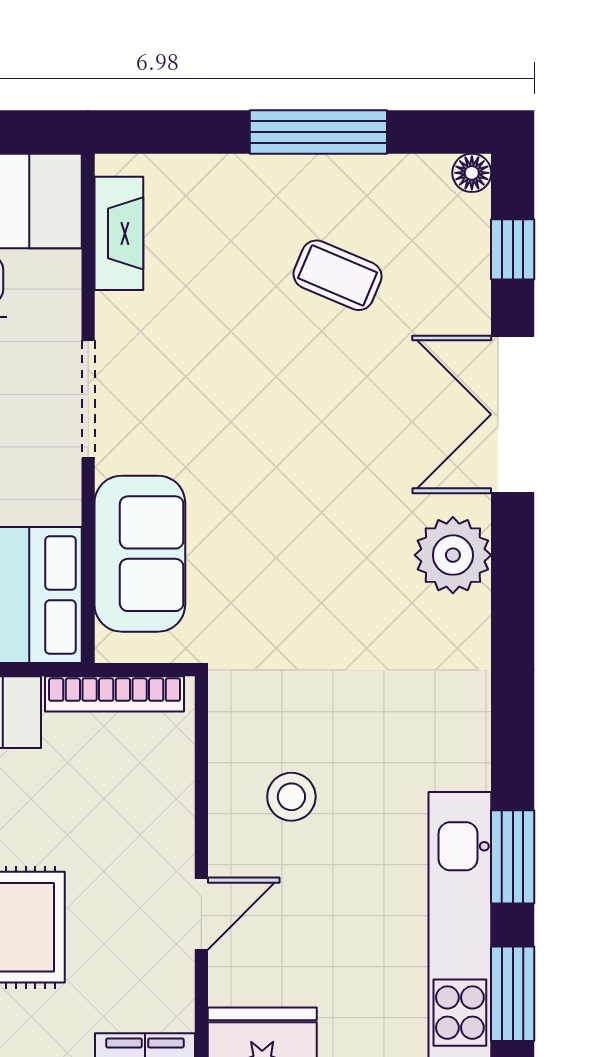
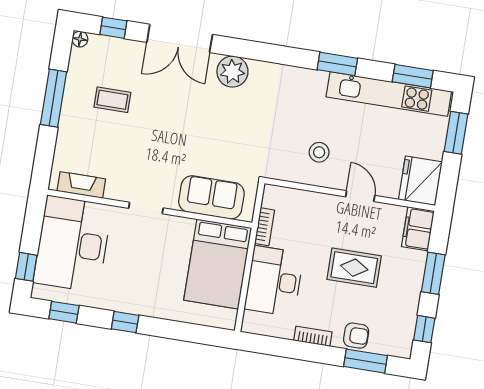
coffee table: (338, 275) -> (112, 100), turned 67
doorway: (88, 399) -> (146, 208), width x0.73
bookcase: (115, 694) -> (265, 227), width x0.64
window: (513, 857) -> (337, 64), moved

